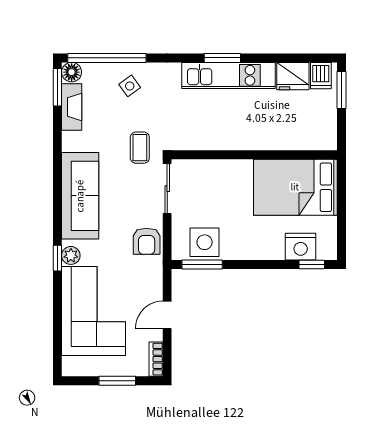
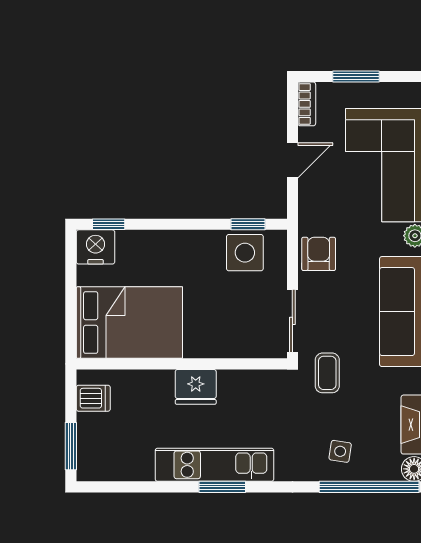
fridge: (293, 76) -> (196, 387), moved, turned 180
dishwasher: (321, 76) -> (93, 398), moved, turned 90
side table: (130, 86) -> (340, 451), turned 45
nightstand: (301, 247) -> (96, 247), moved
window: (202, 265) -> (248, 224), width x0.67

